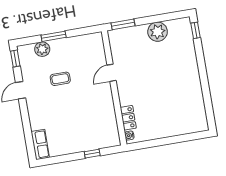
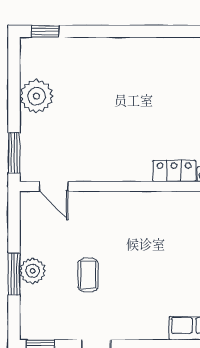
plant: (42, 49) -> (33, 271), moved
door: (111, 73) -> (54, 186), moved

